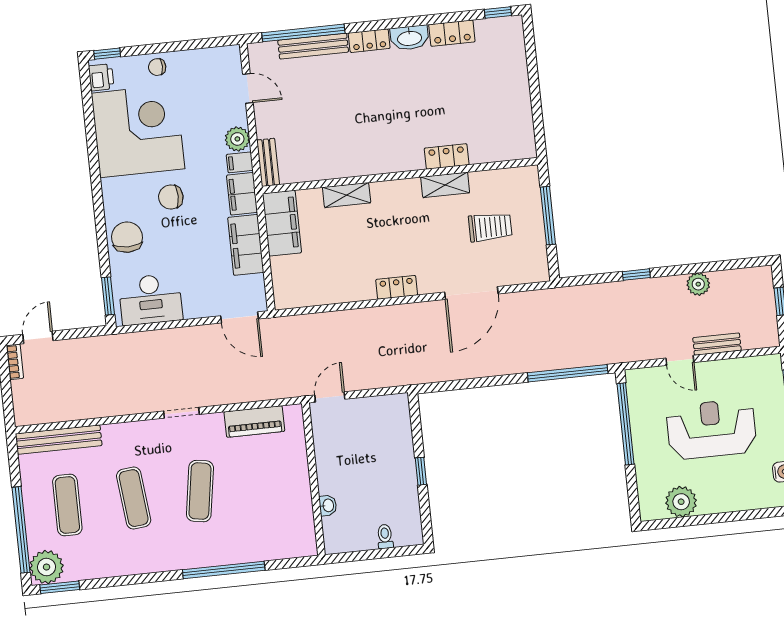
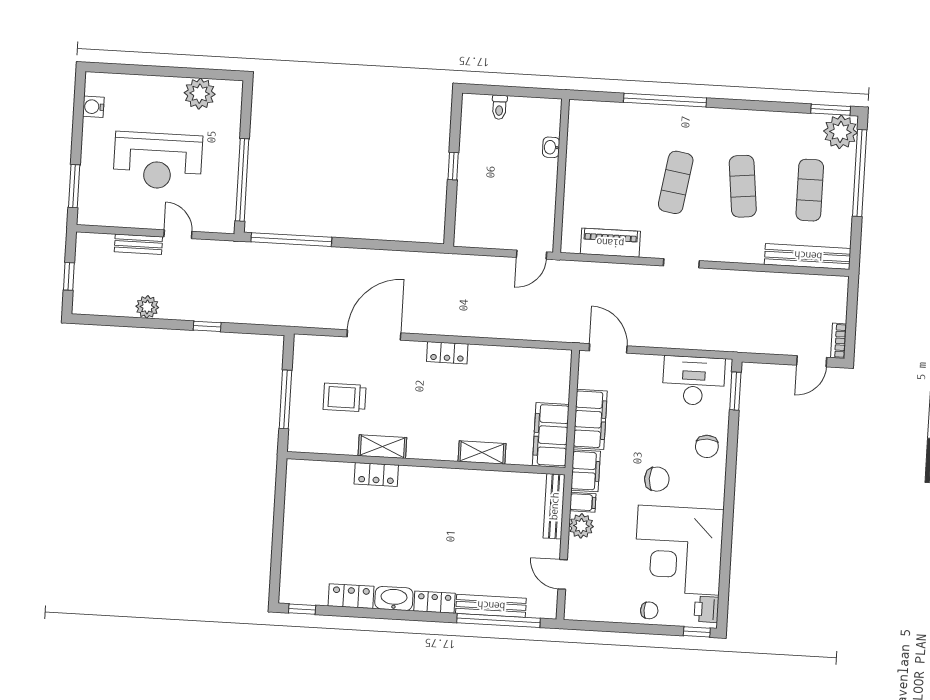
bench: (268, 162) -> (554, 506), width x1.36
chair: (127, 237) -> (707, 446), width x0.73, depth x0.73

